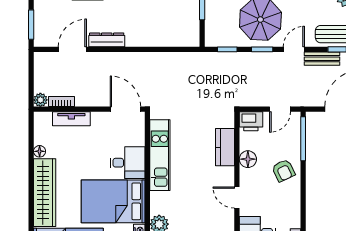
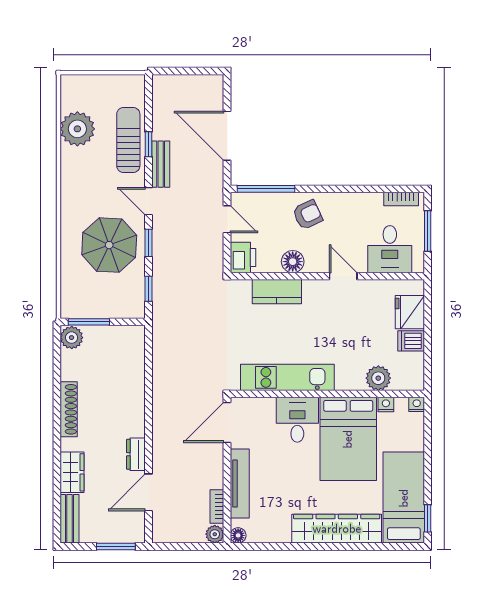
dresser: (107, 40) -> (136, 454), width x0.70
door: (72, 49) -> (148, 492), hinge flipped
tv unit: (71, 119) -> (240, 484), width x1.41
floor lamp: (40, 151) -> (238, 535), moved
door: (237, 198) -> (343, 276), swing flipped

